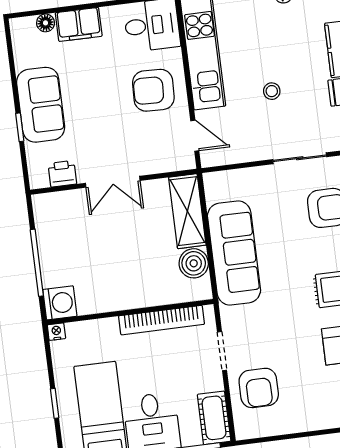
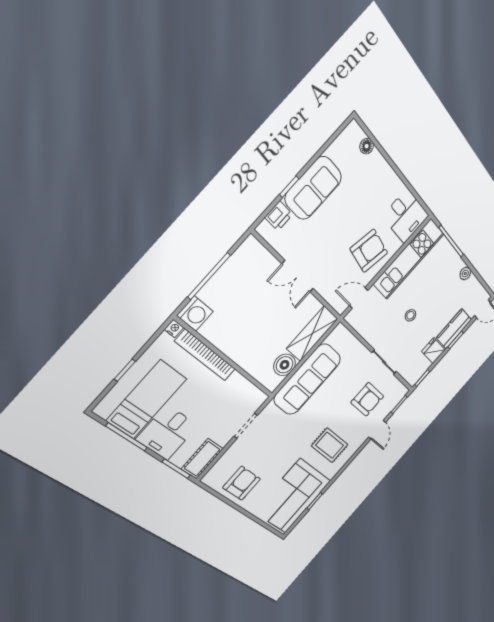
filing cabinet: (79, 24) -> (379, 169), removed
armchair: (153, 90) -> (369, 251), turned 98
door: (195, 136) -> (359, 298), swing flipped
printer: (62, 174) -> (279, 216), moved, turned 90
bookcase: (162, 320) -> (205, 355), moved
armchair: (259, 388) -> (242, 483), moved, turned 180

